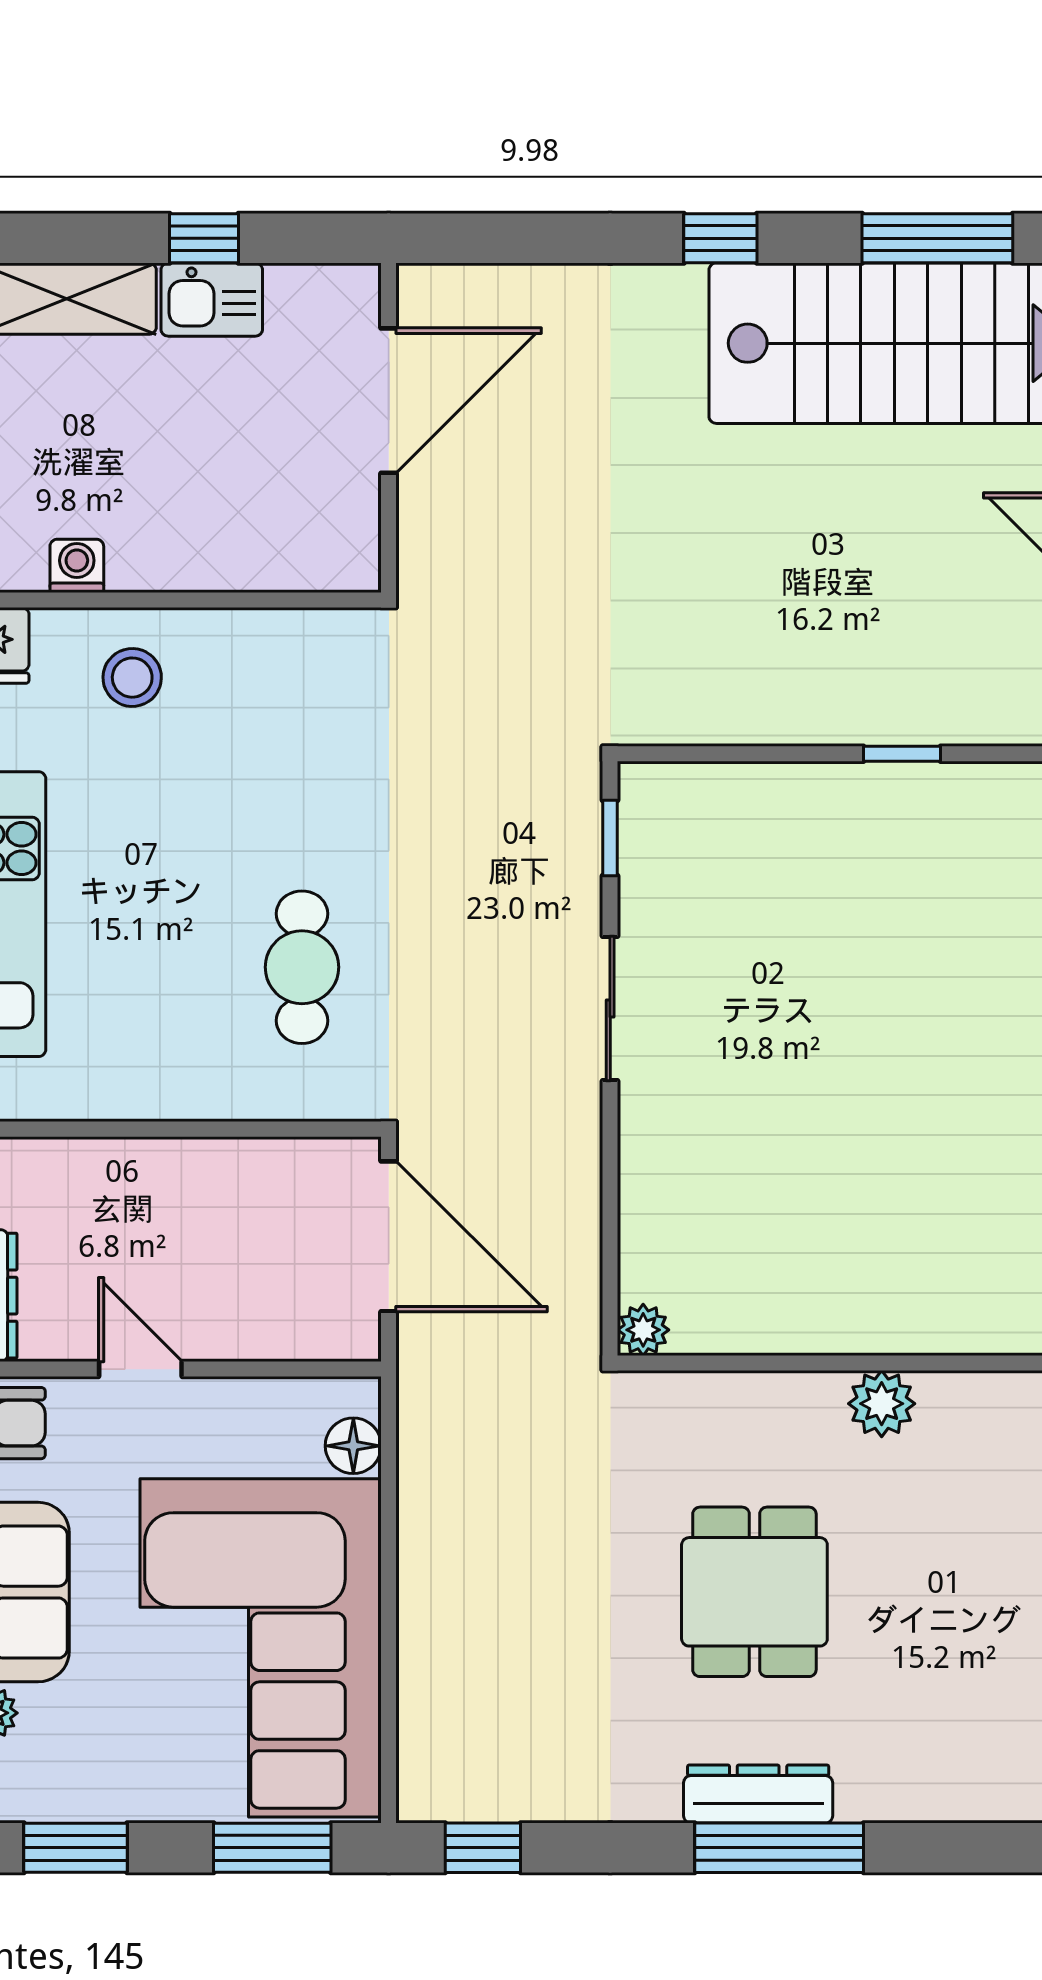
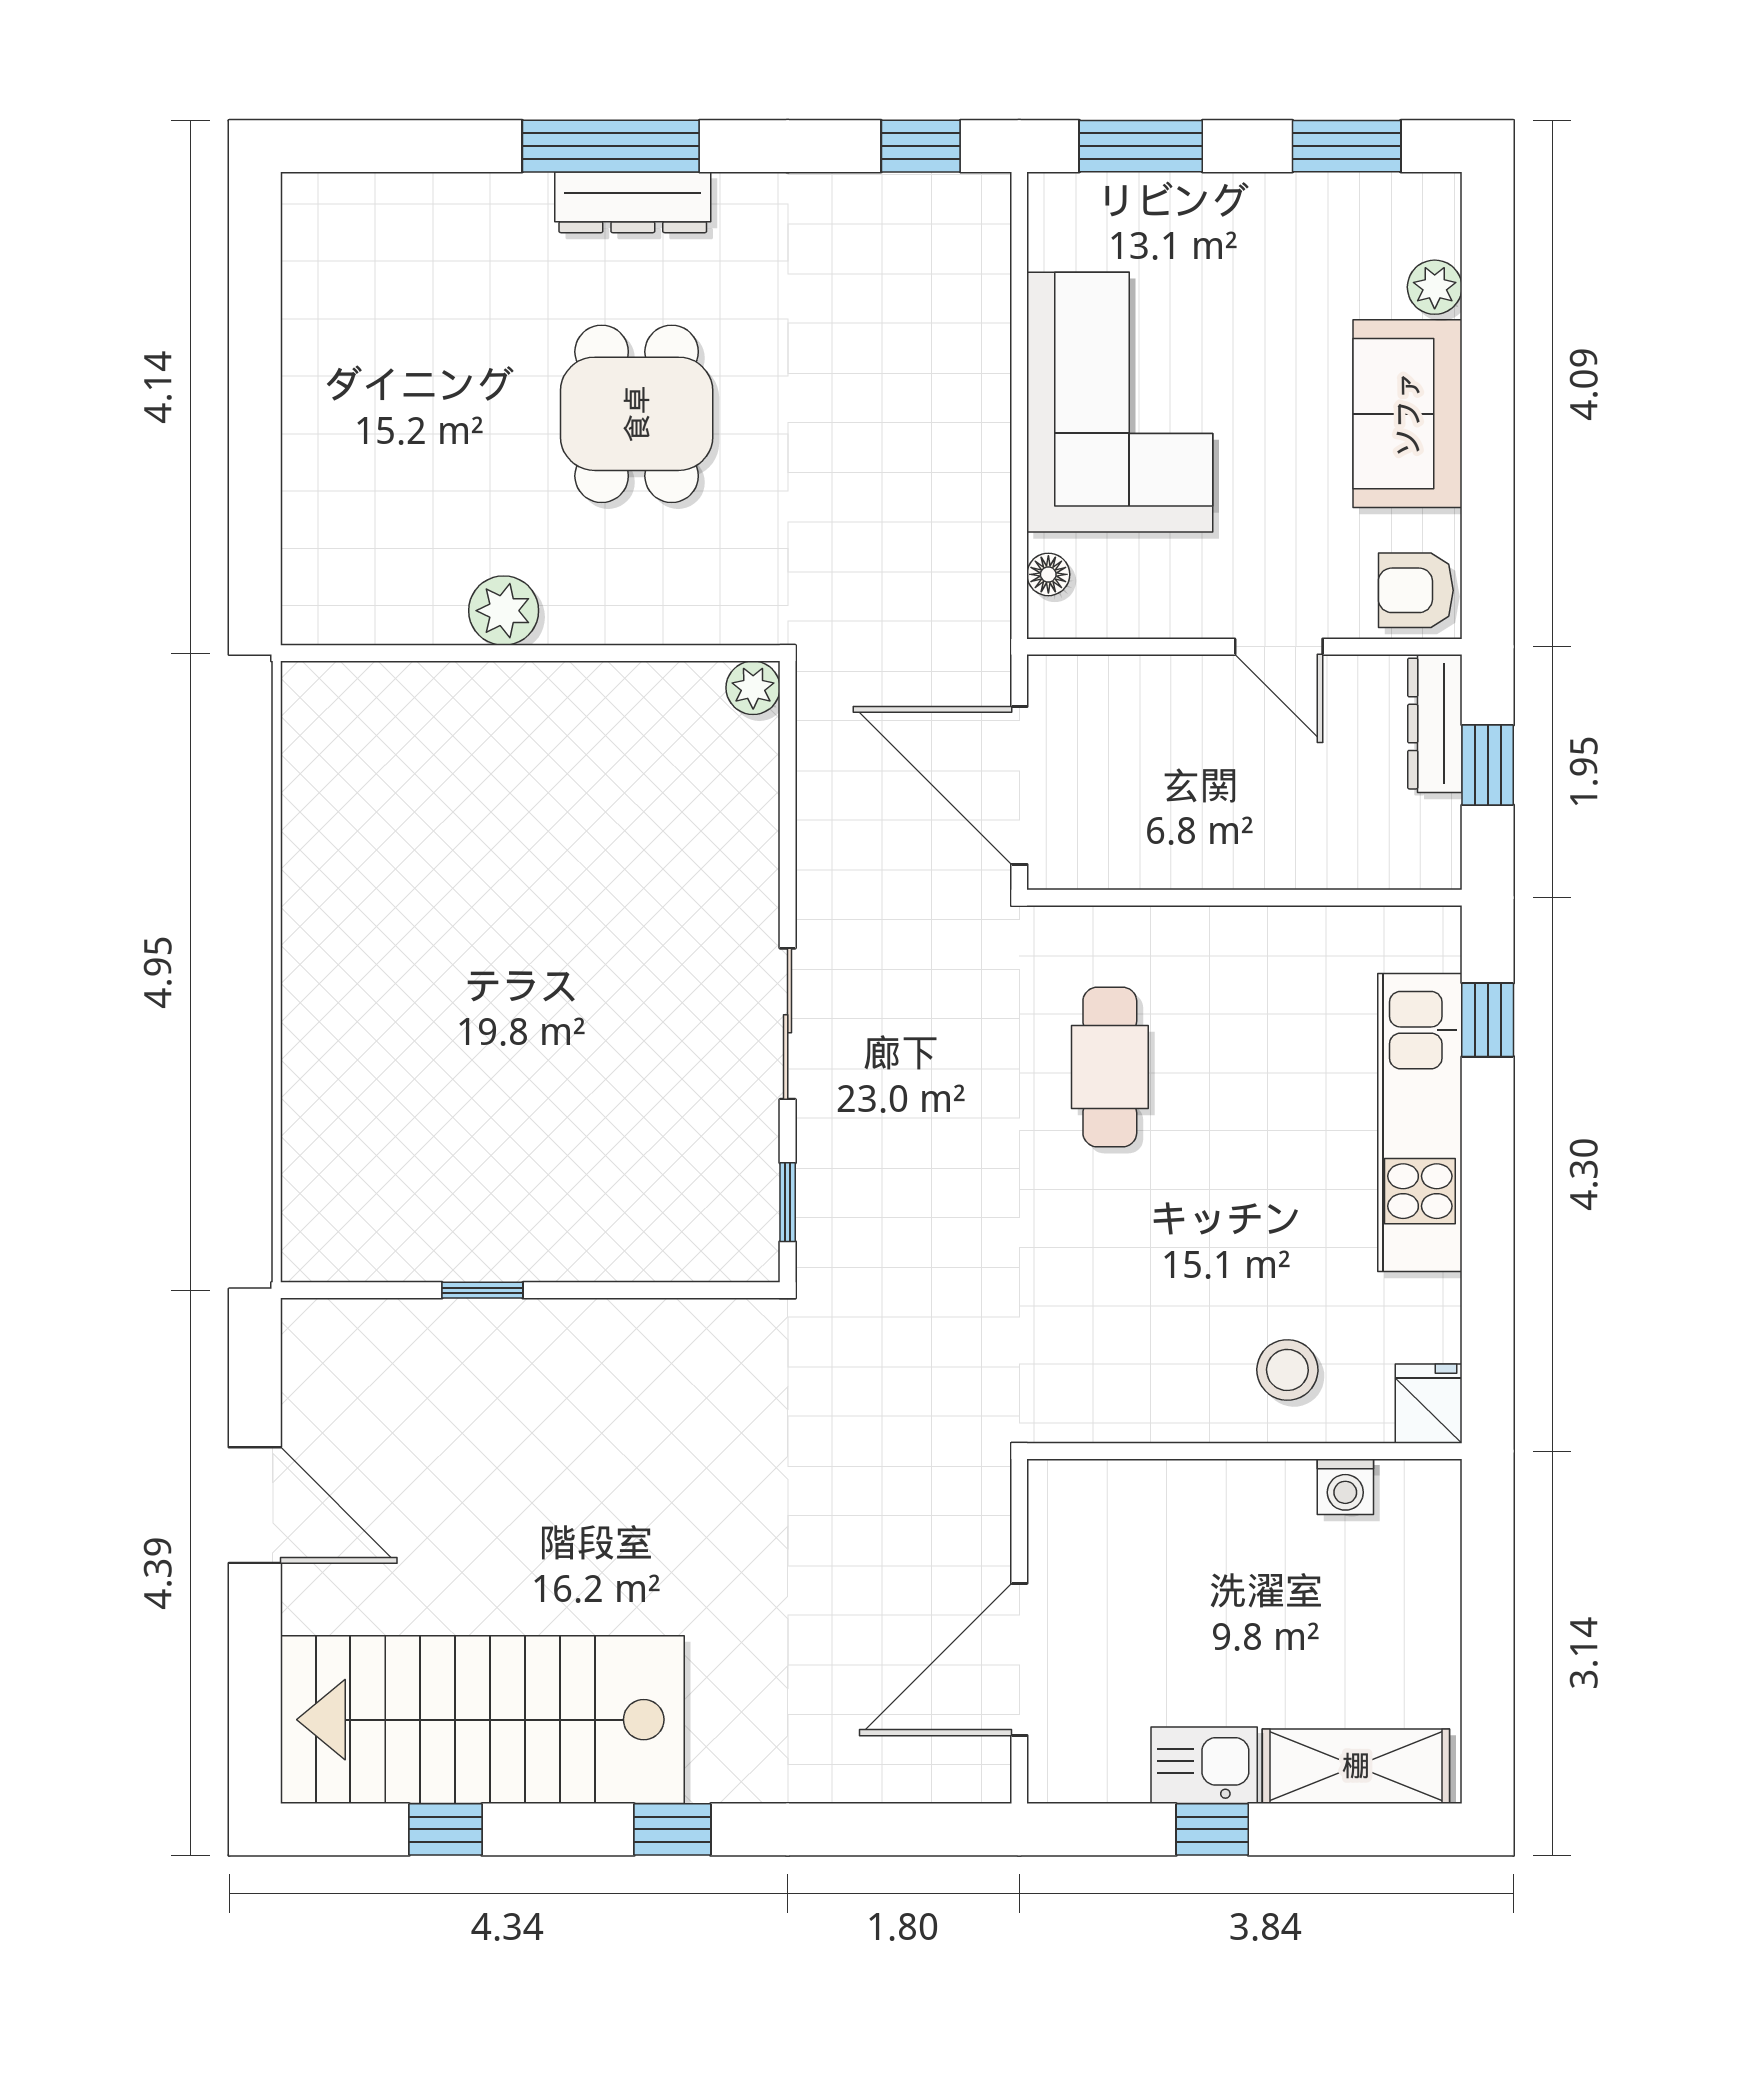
window: (937, 238) -> (445, 1829), width x0.46
floor lamp: (353, 1446) -> (1048, 574), width x0.73, depth x0.73
corner sofa: (261, 1648) -> (1120, 402), width x0.73, depth x0.74

